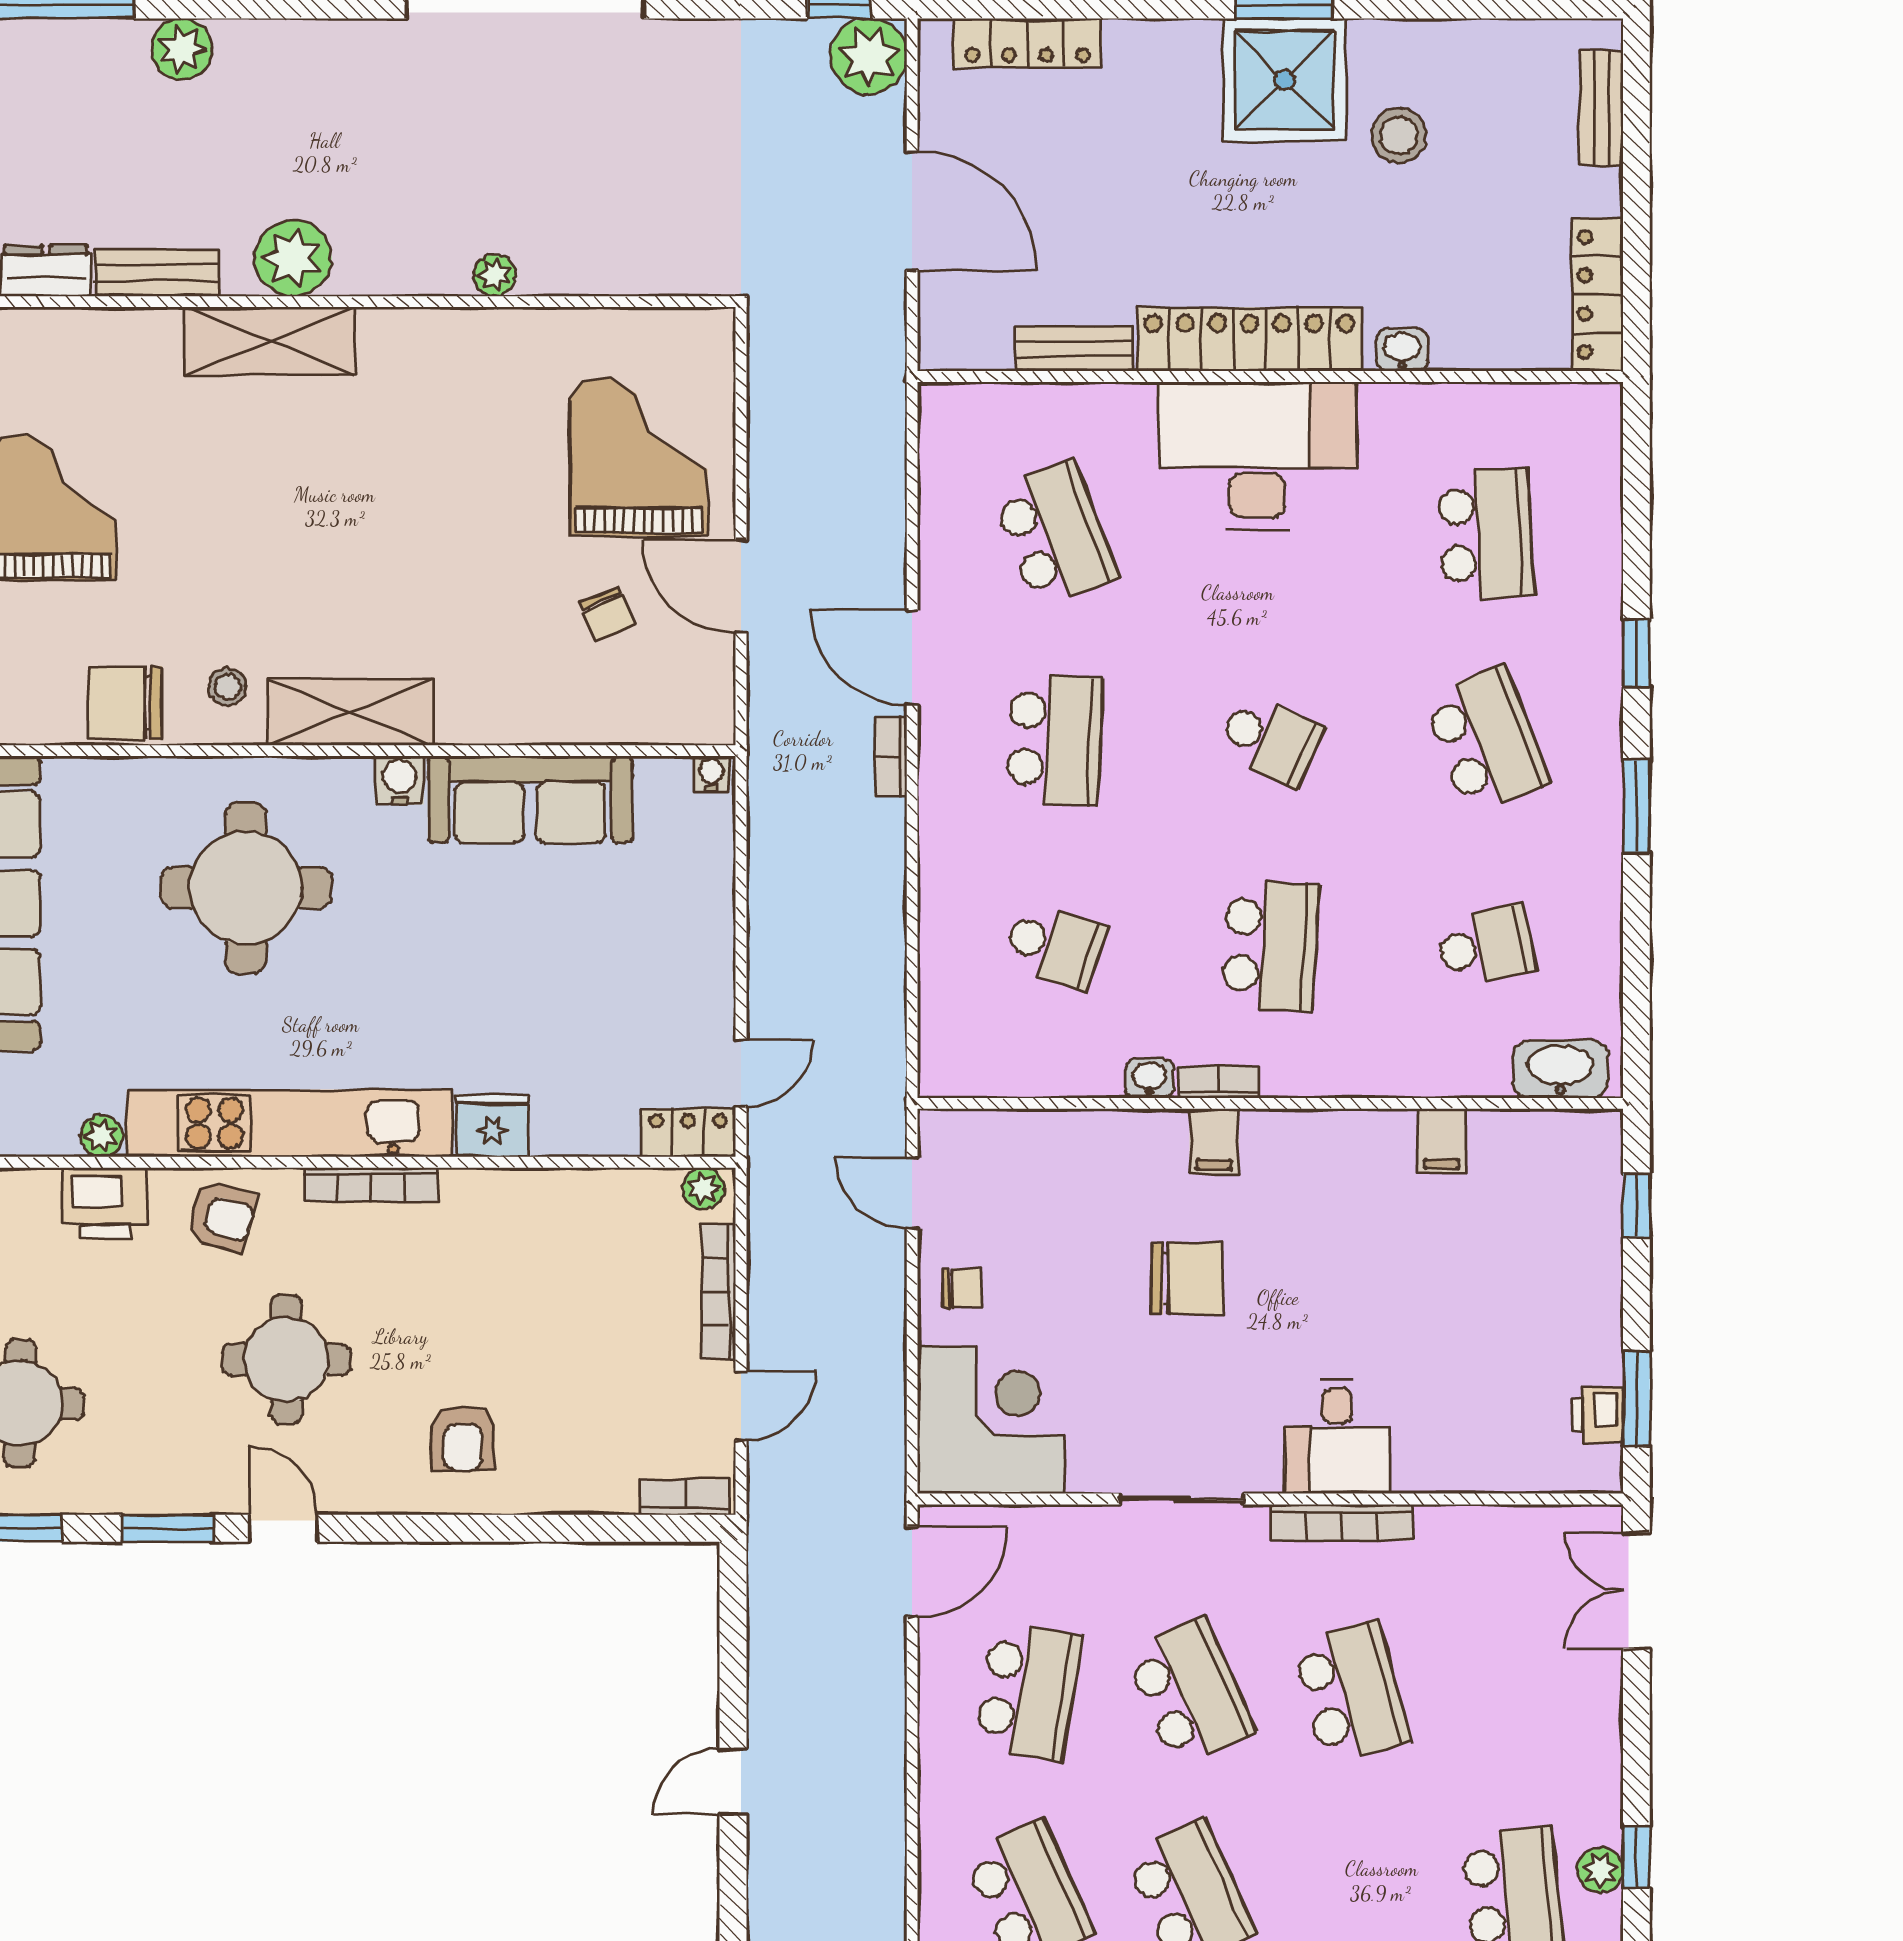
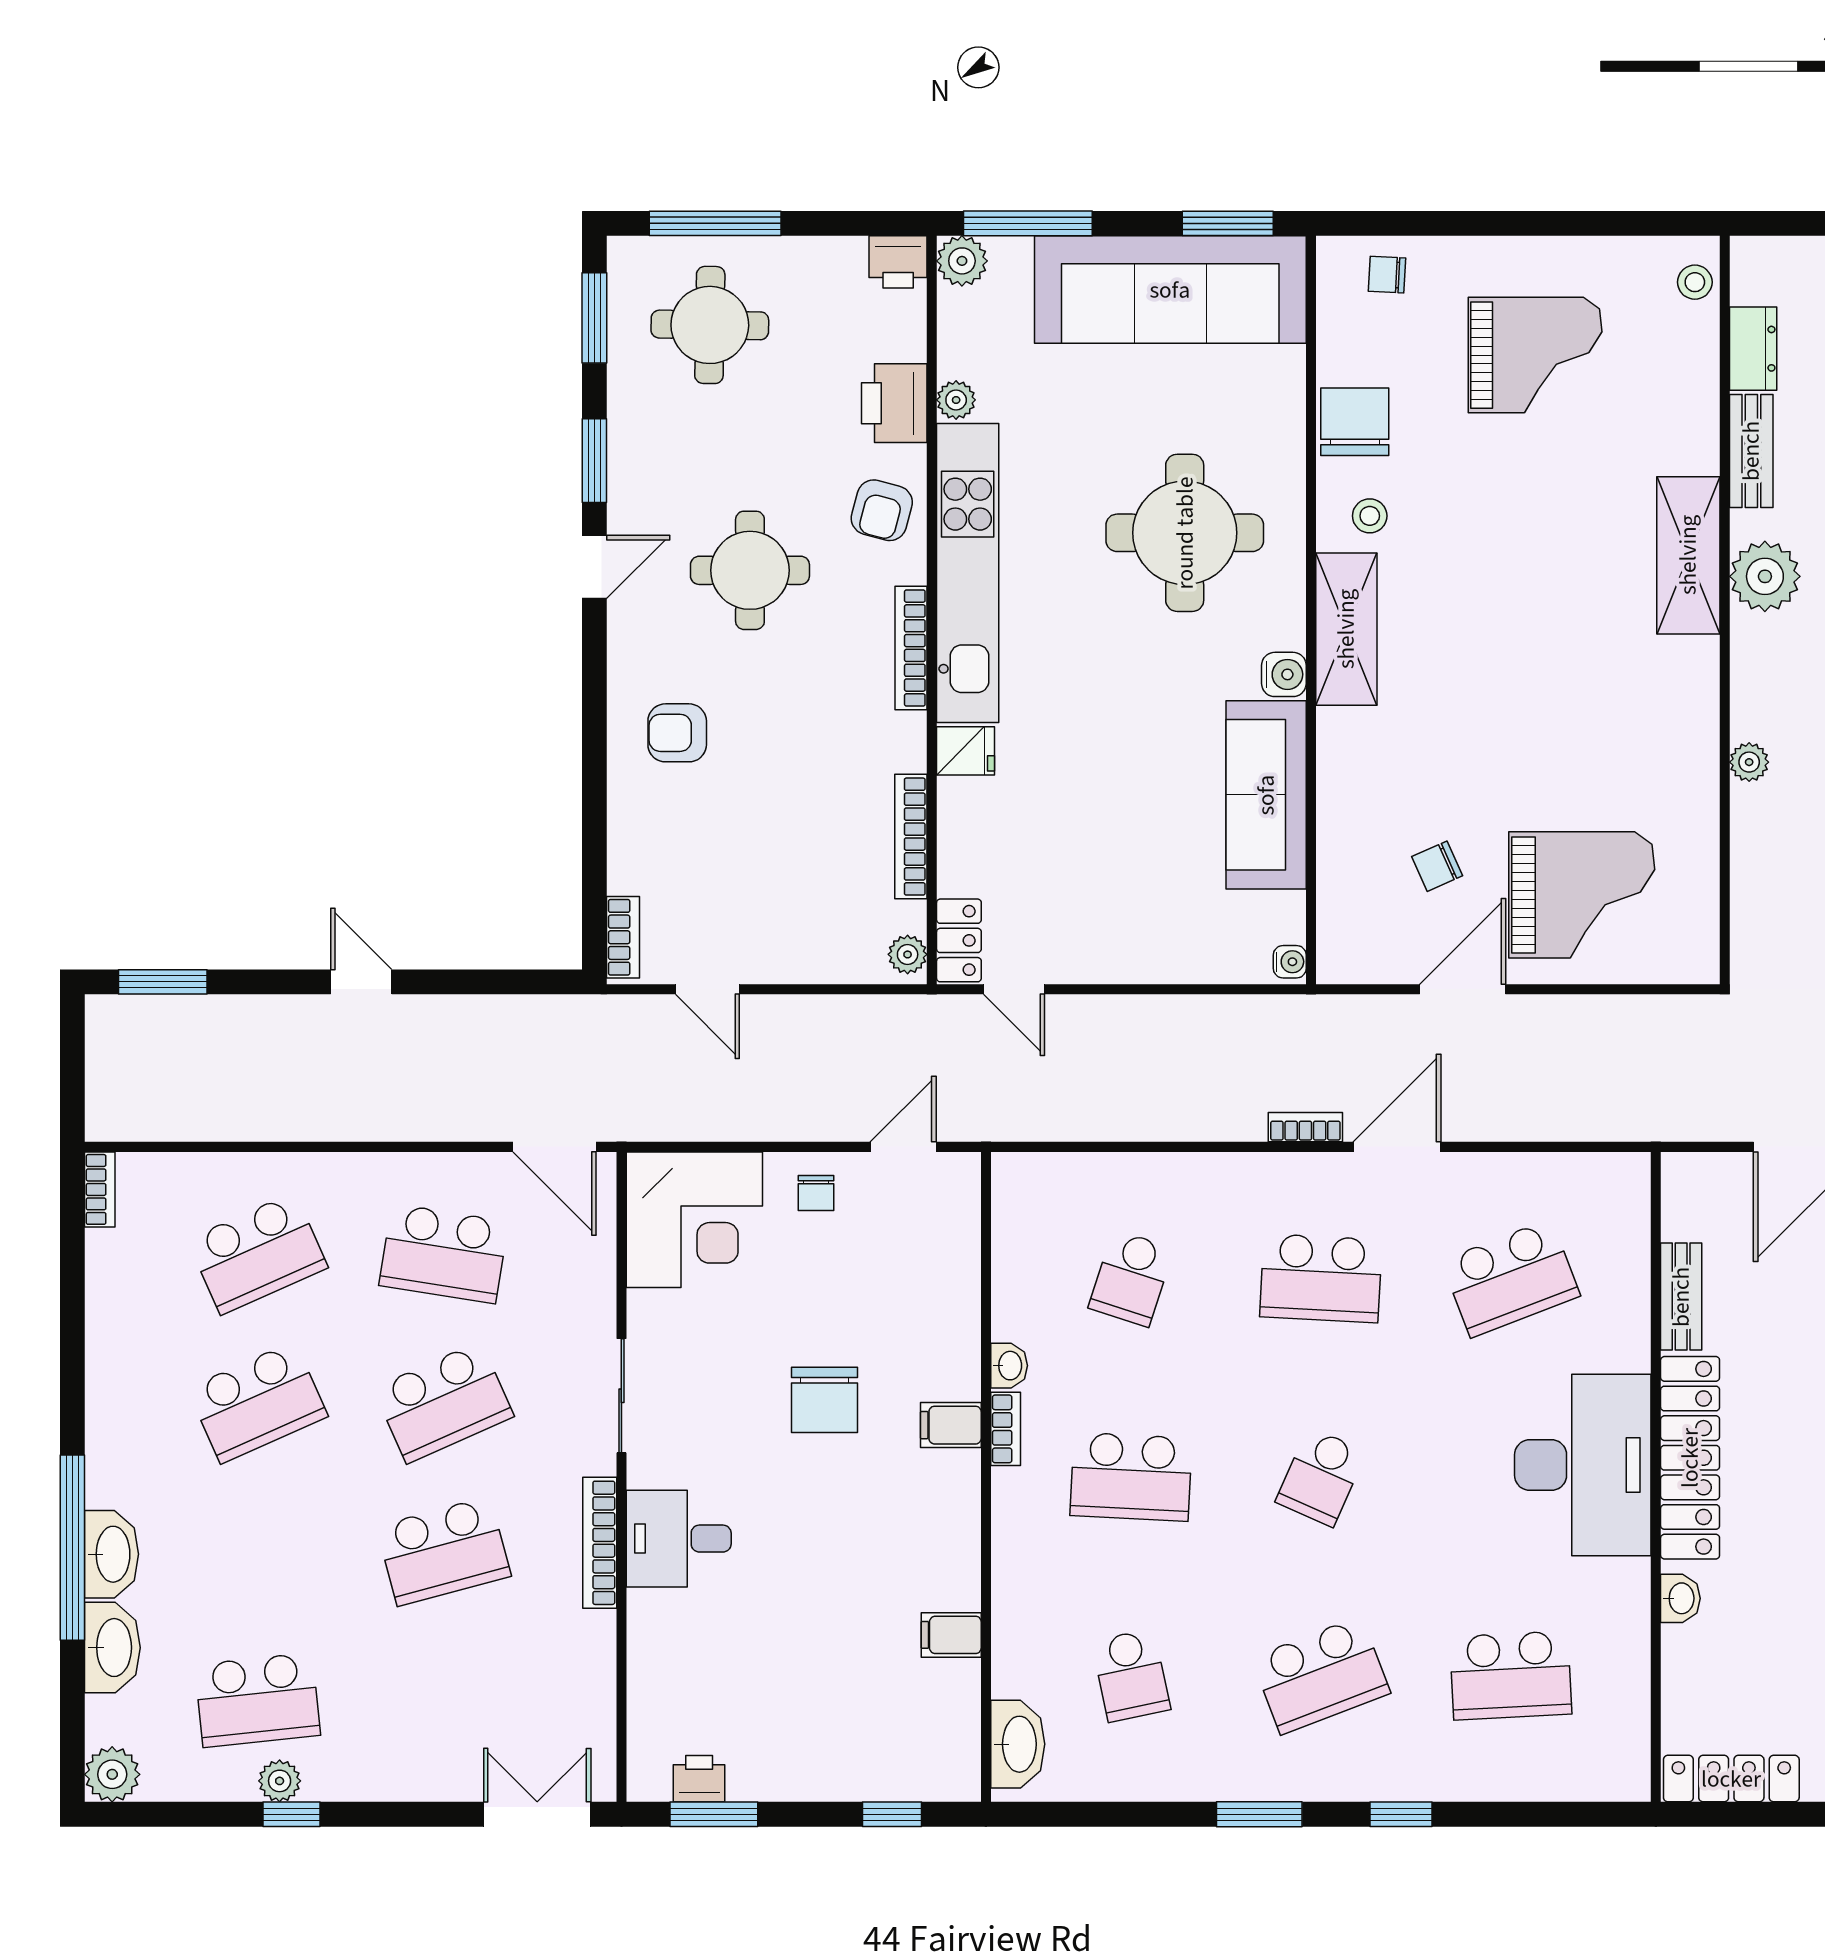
fridge: (492, 1126) -> (966, 751), width x0.72
bookcase: (718, 1292) -> (911, 837), moved, turned -90

